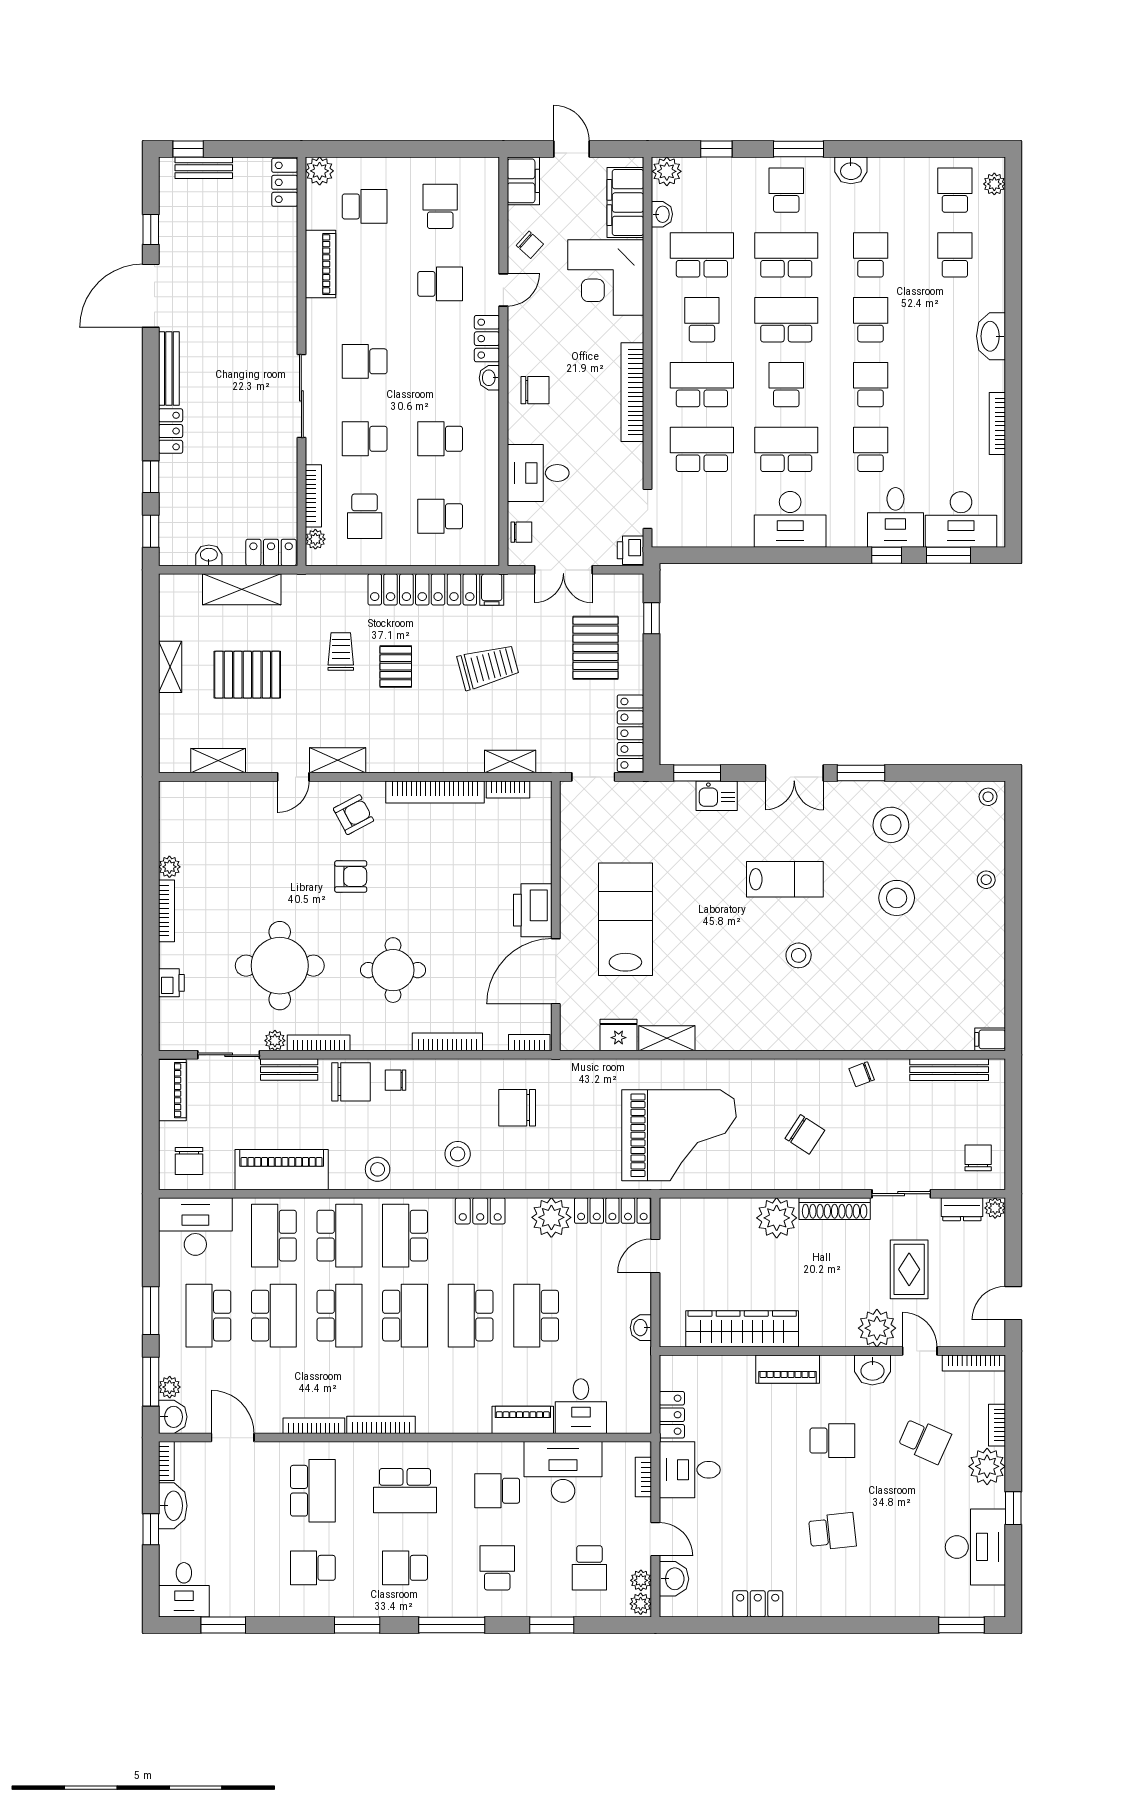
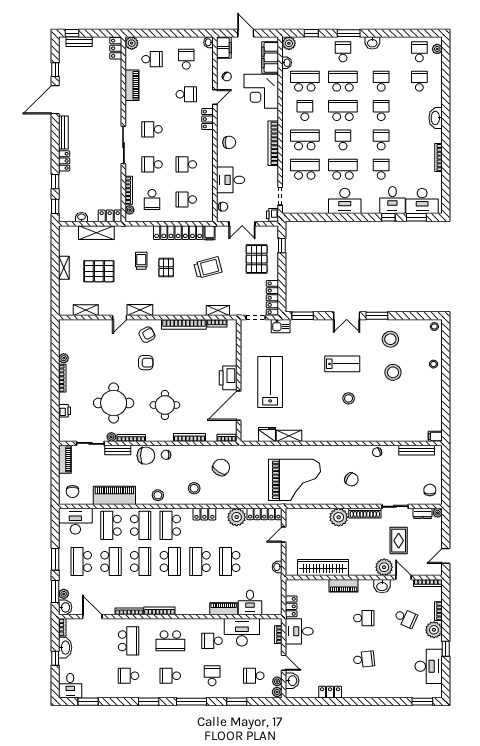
washbasin: (489, 378) -> (209, 42), moved
kitchen sink: (717, 796) -> (281, 326), moved
chair: (517, 1108) -> (221, 467), turned 122
school desk: (589, 1568) -> (254, 676), turned 90

